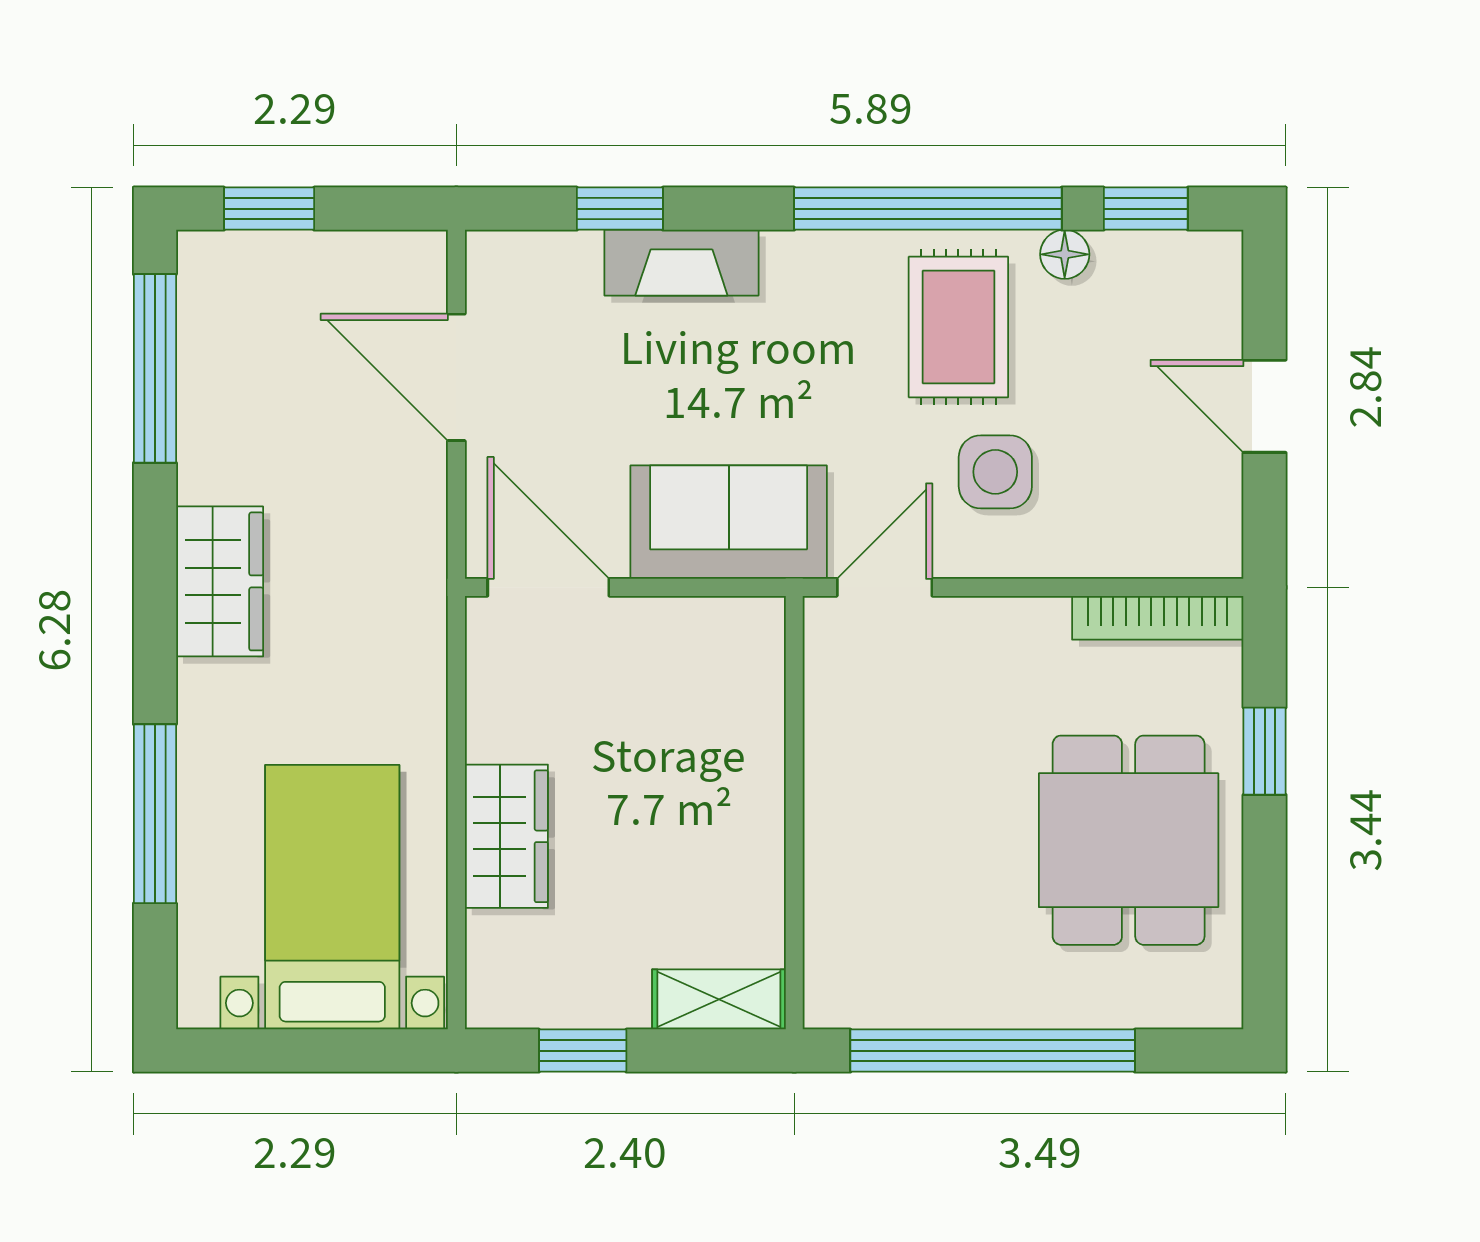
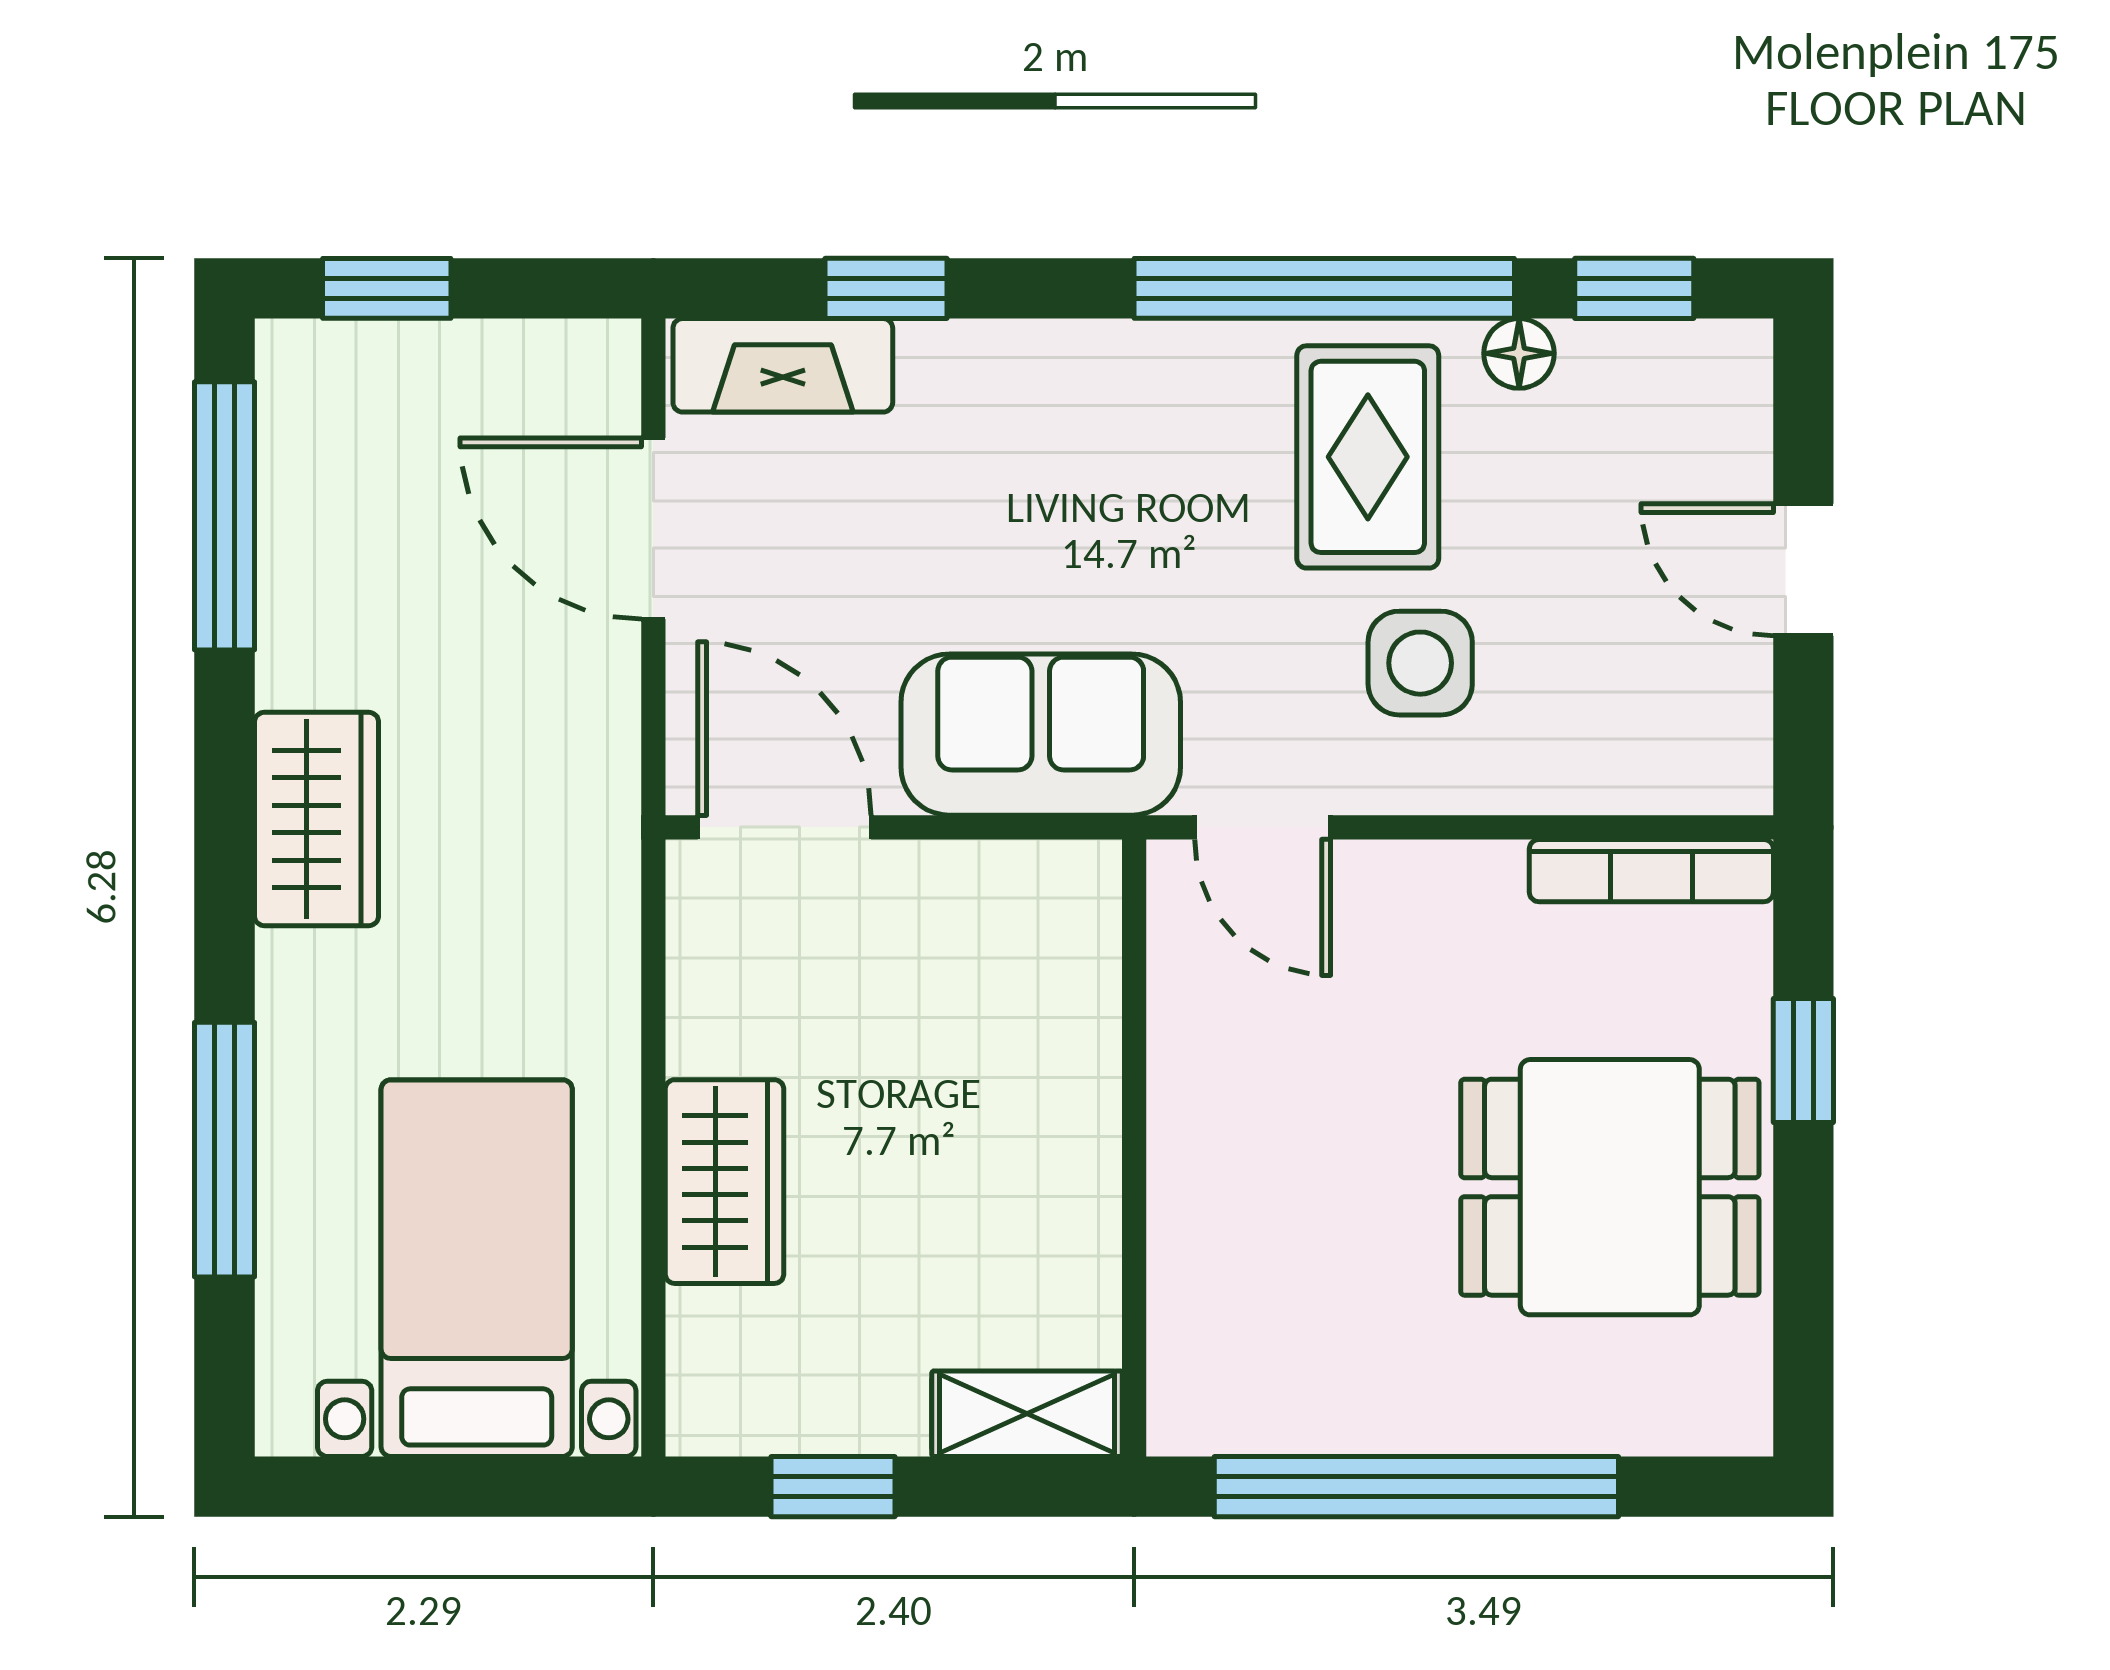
fireplace: (681, 263) -> (783, 365), moved
door: (885, 587) -> (1263, 827), swing flipped
dining table: (1129, 840) -> (1610, 1187), turned 90

